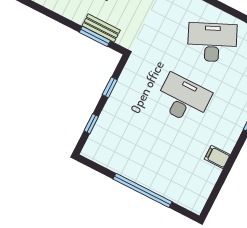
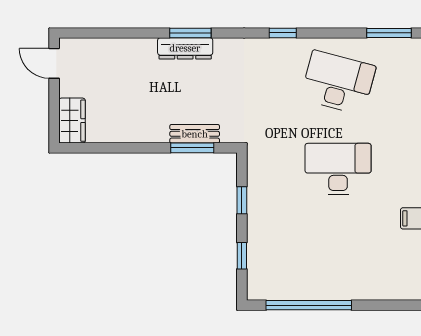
desk: (212, 42) -> (338, 83), turned 39
window: (142, 190) -> (309, 305), moved

